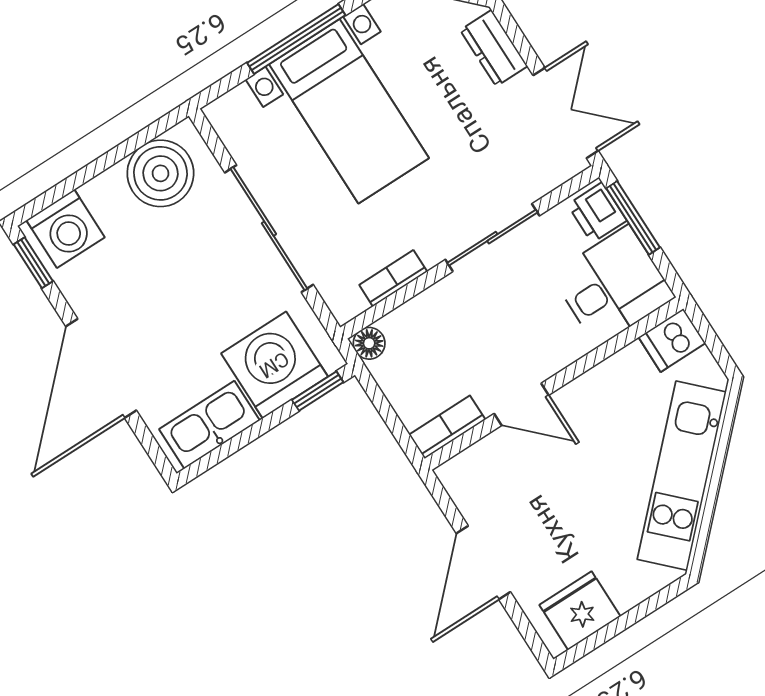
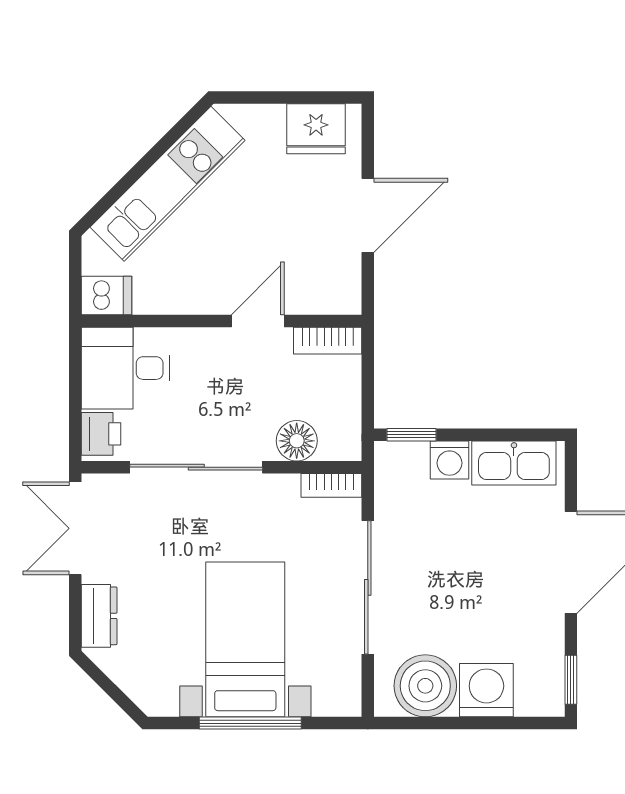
window: (633, 218) -> (75, 412), removed
washing machine: (66, 229) -> (486, 690), moved
sliding door: (492, 238) -> (196, 467), width x1.37
bookcase: (393, 278) -> (331, 485), moved
floor lamp: (369, 343) -> (297, 441), moved, width x1.37, depth x1.37
washing machine: (274, 365) -> (450, 460), width x0.53, depth x0.53
door: (521, 404) -> (258, 321), hinge flipped

